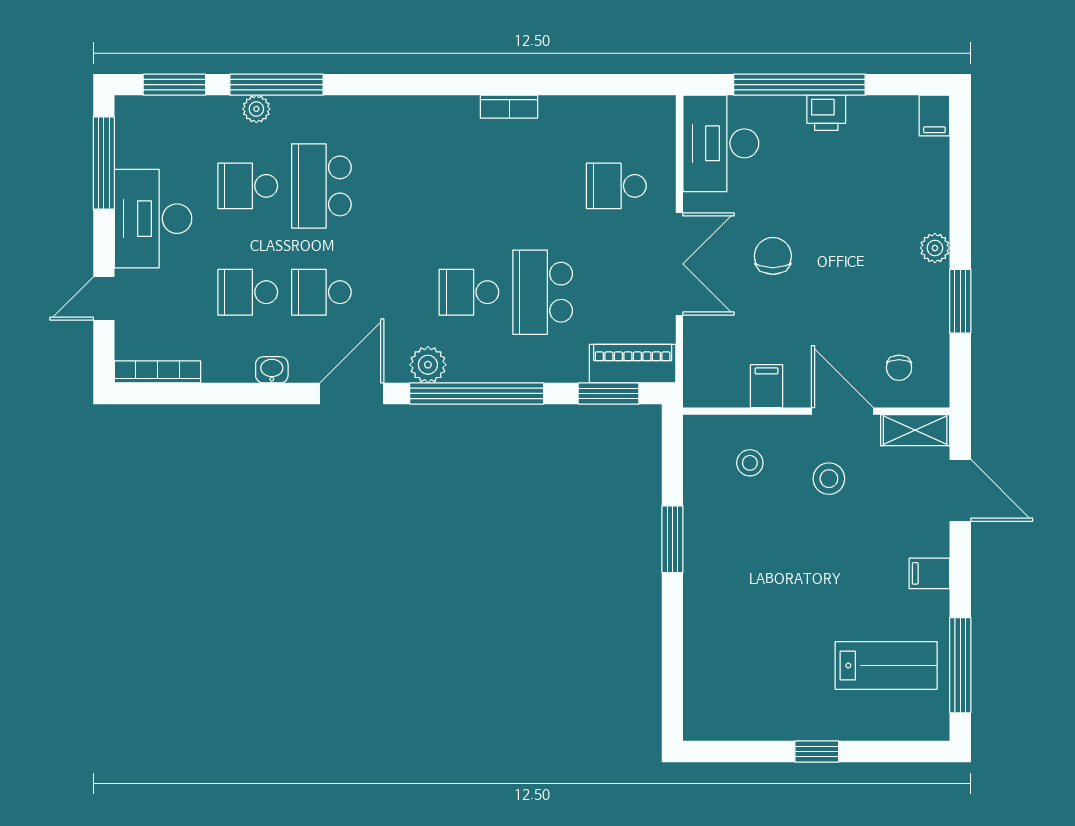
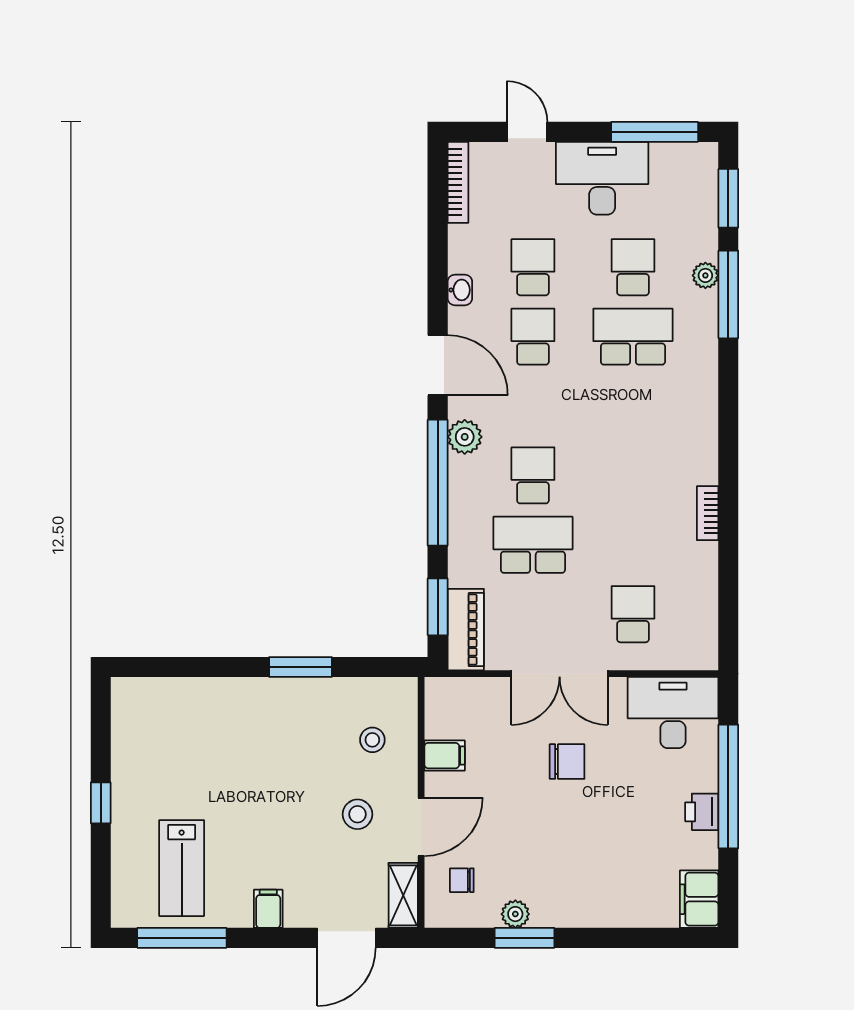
filing cabinet: (934, 116) -> (699, 899), width x2.00
plant: (935, 248) -> (515, 914), moved

